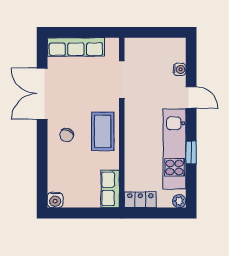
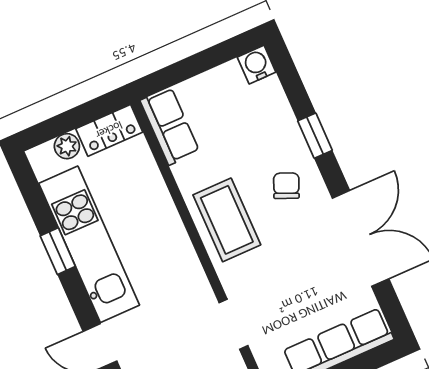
doorway: (122, 79) -> (233, 324), width x0.73
window: (42, 153) -> (315, 136), added
plant: (179, 201) -> (67, 146), moved

